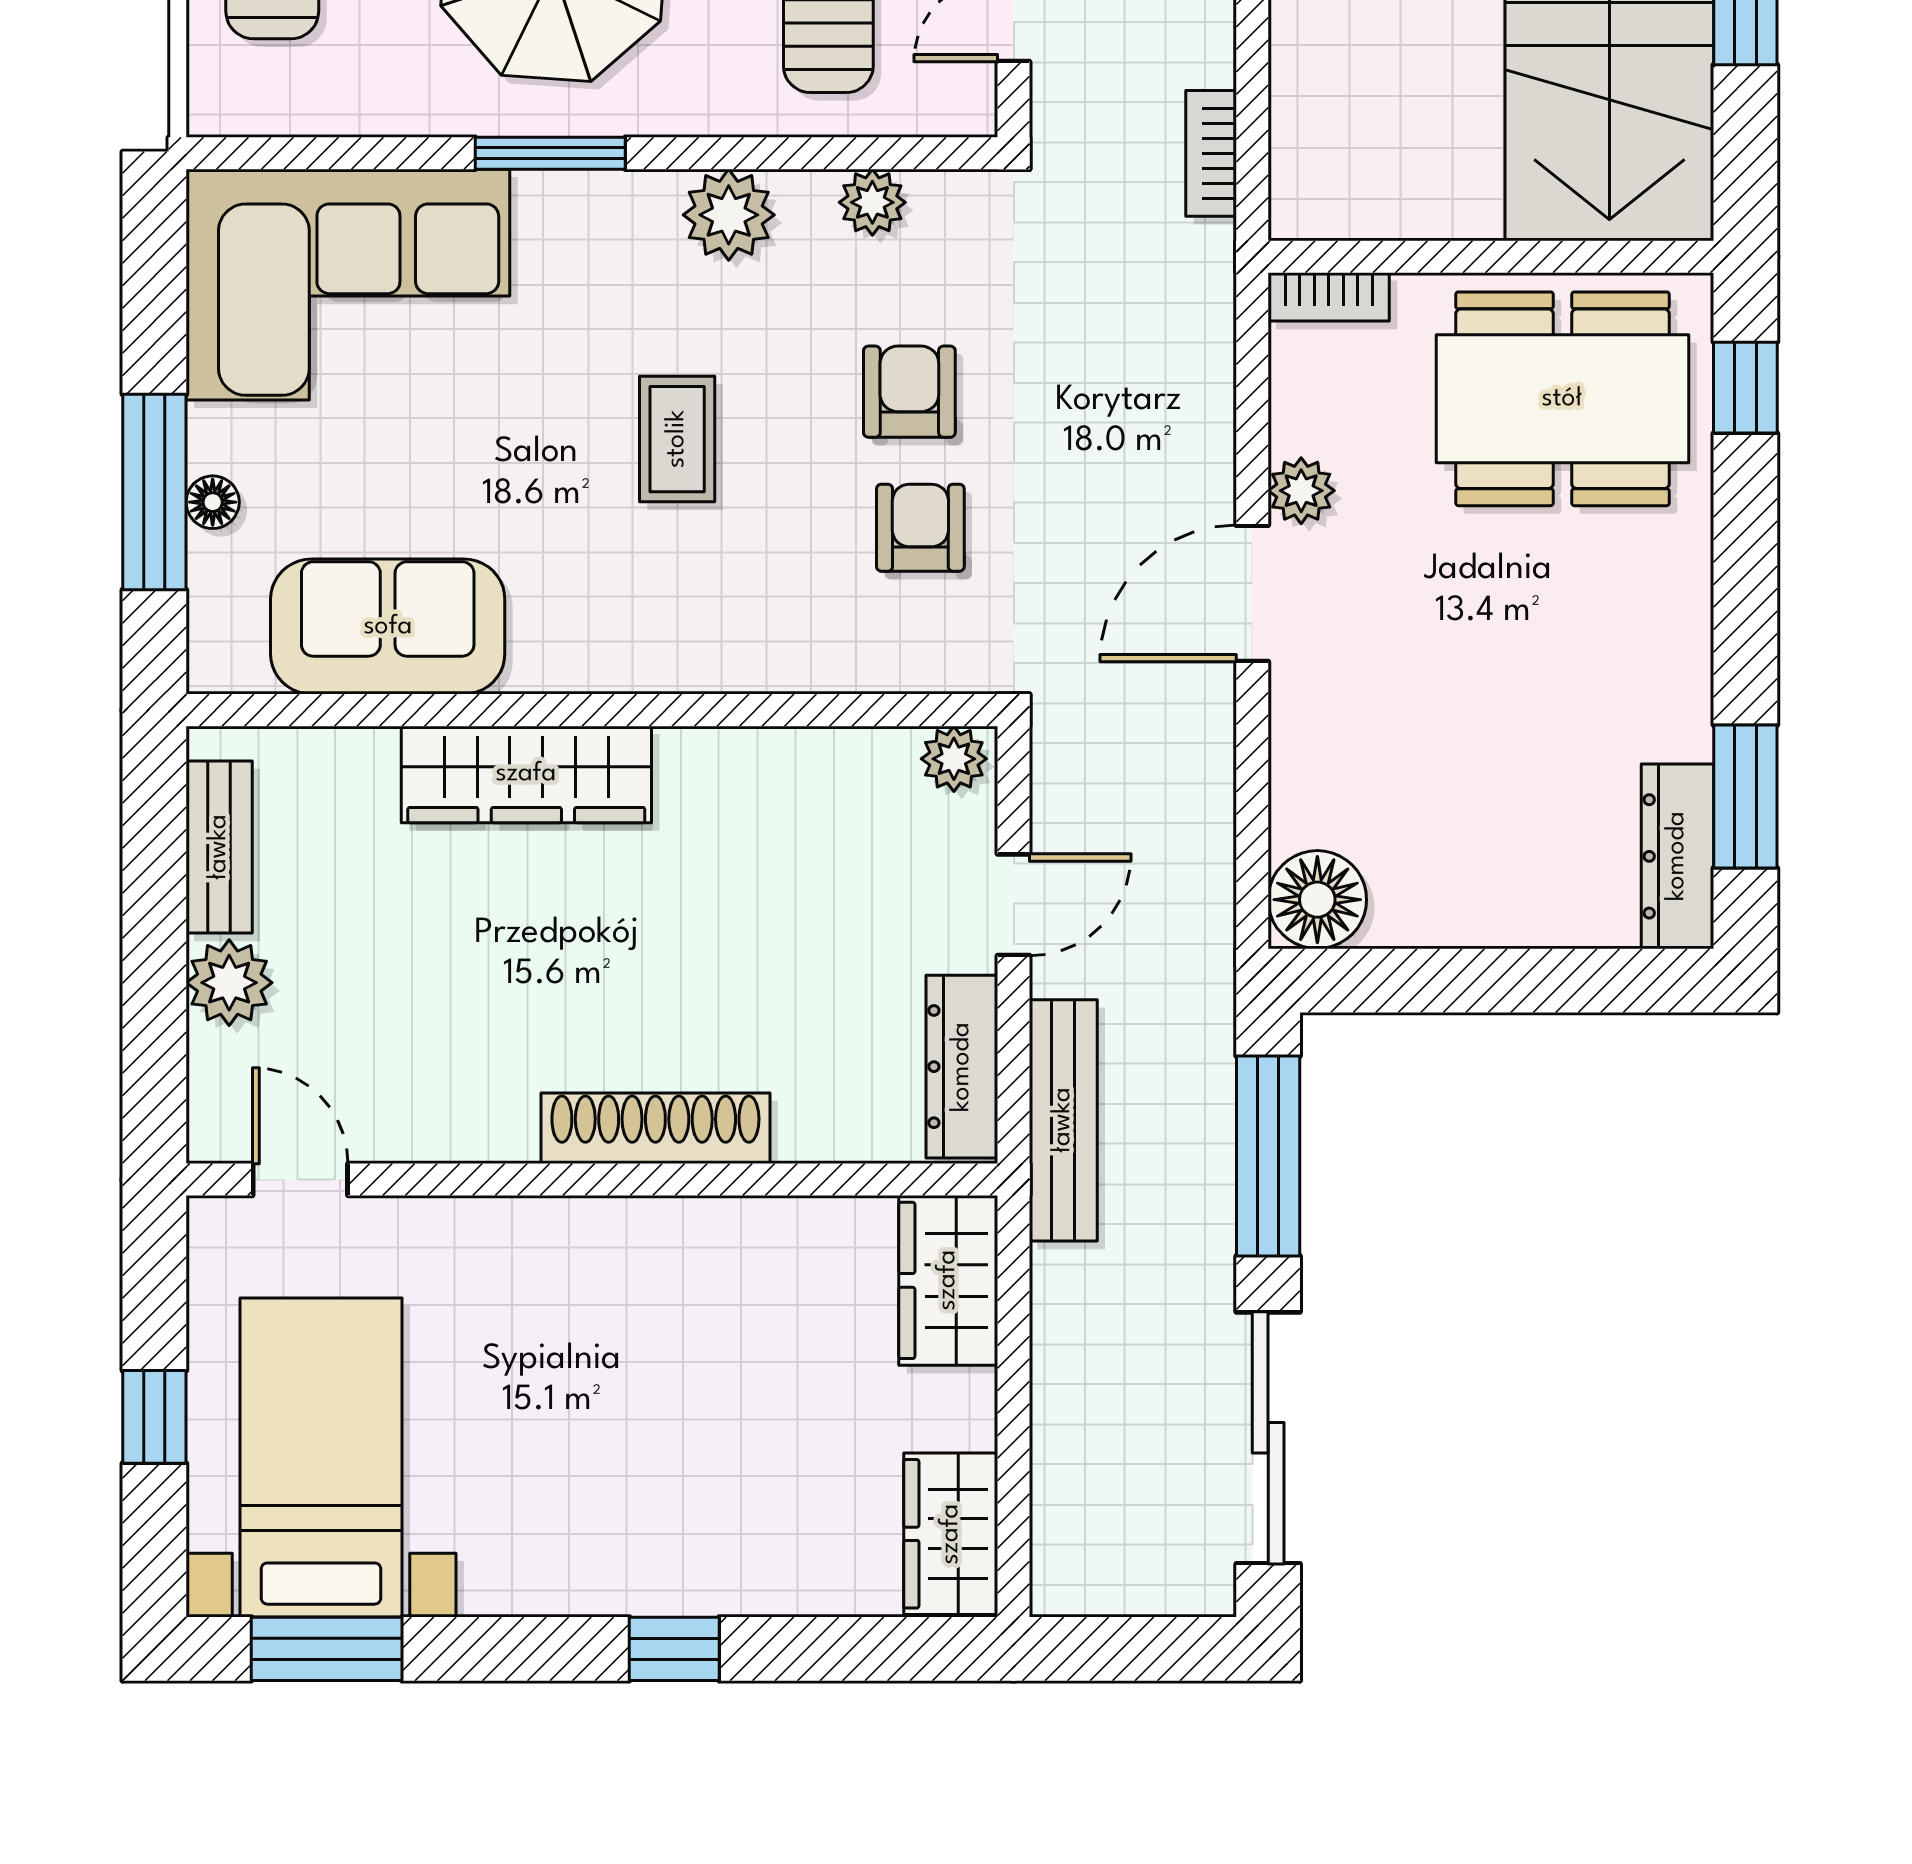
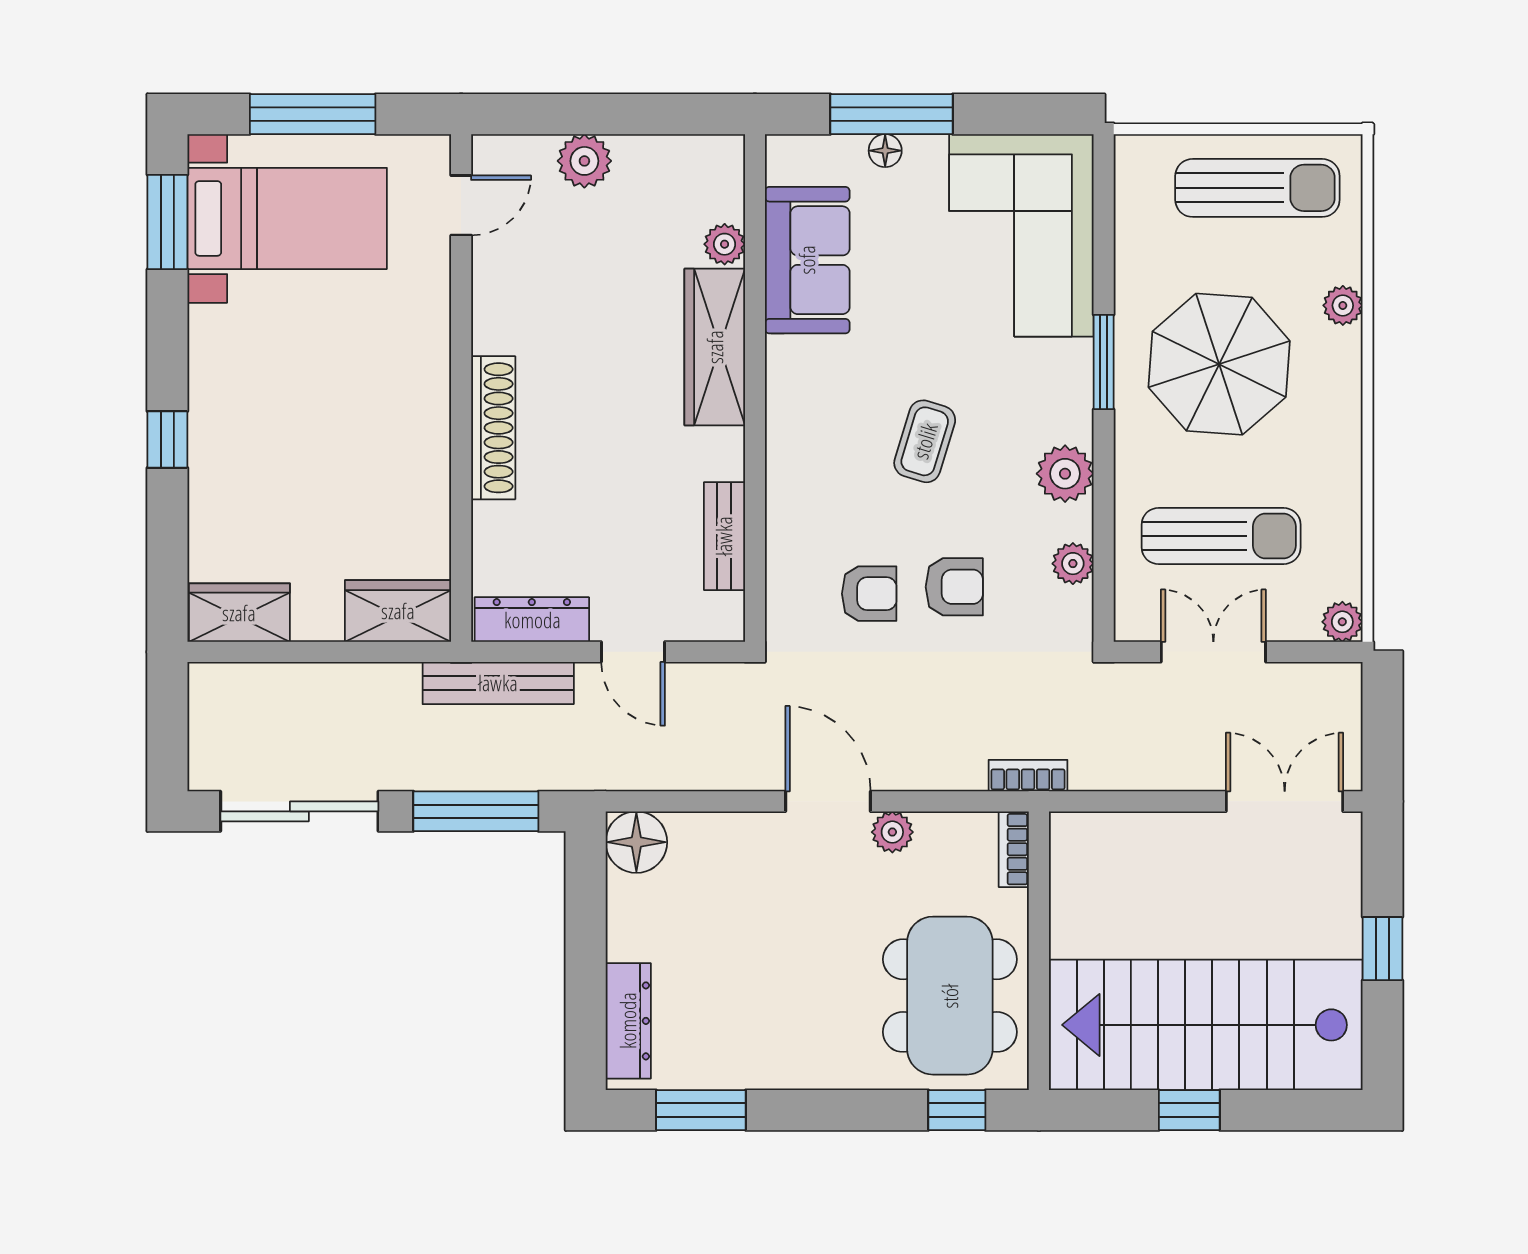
bookcase: (1211, 153) -> (1028, 776), moved
coffee table: (677, 439) -> (925, 441), turned -73
plant: (954, 759) -> (725, 244), moved
bench: (219, 847) -> (724, 536), moved, turned 90
dresser: (1677, 856) -> (628, 1021), moved, turned 90
window: (154, 1417) -> (313, 114), width x2.17

